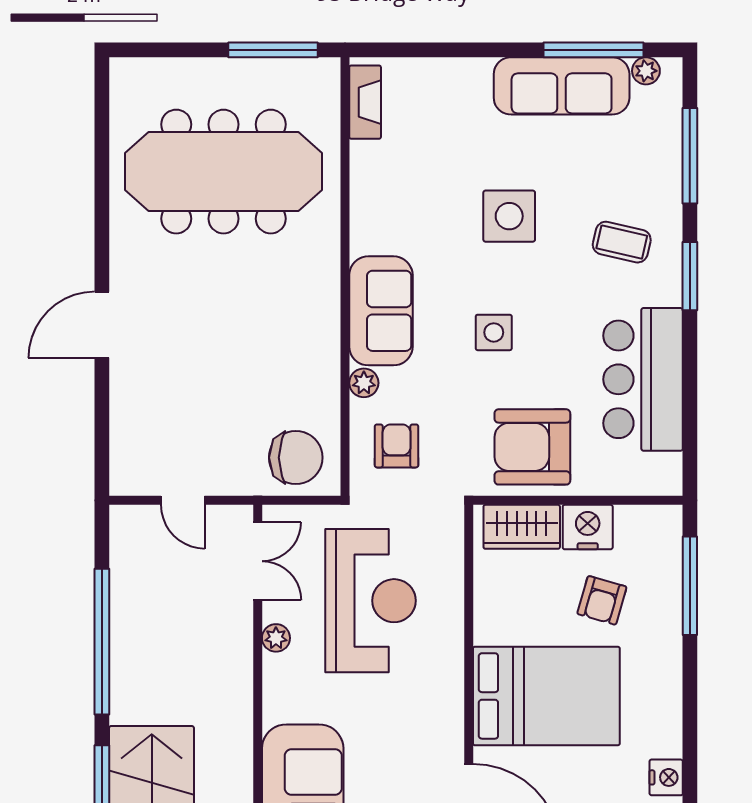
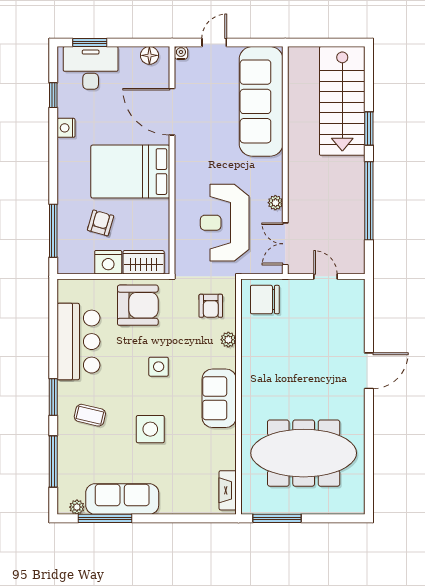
sofa: (381, 311) -> (219, 398), moved

